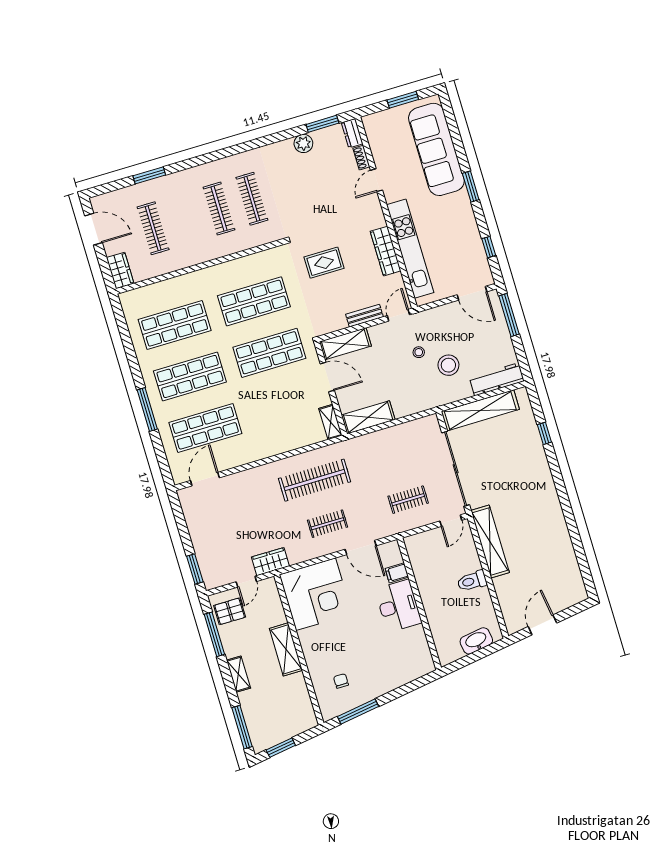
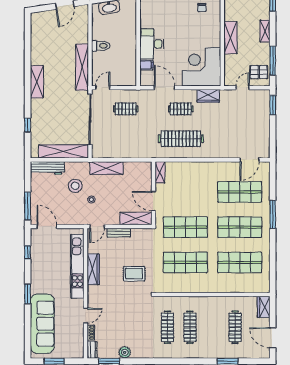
shelving: (368, 417) -> (106, 168), moved
shelving: (550, 501) -> (37, 82), added
wardrobe: (270, 562) -> (208, 96), moved

